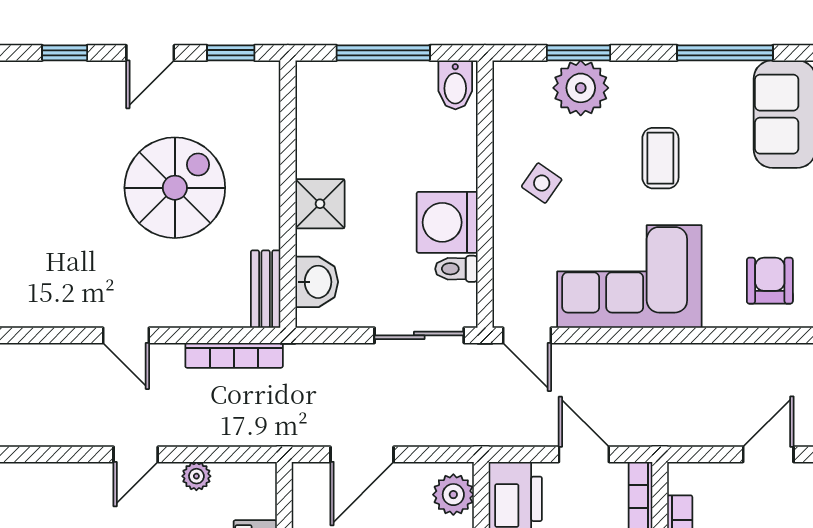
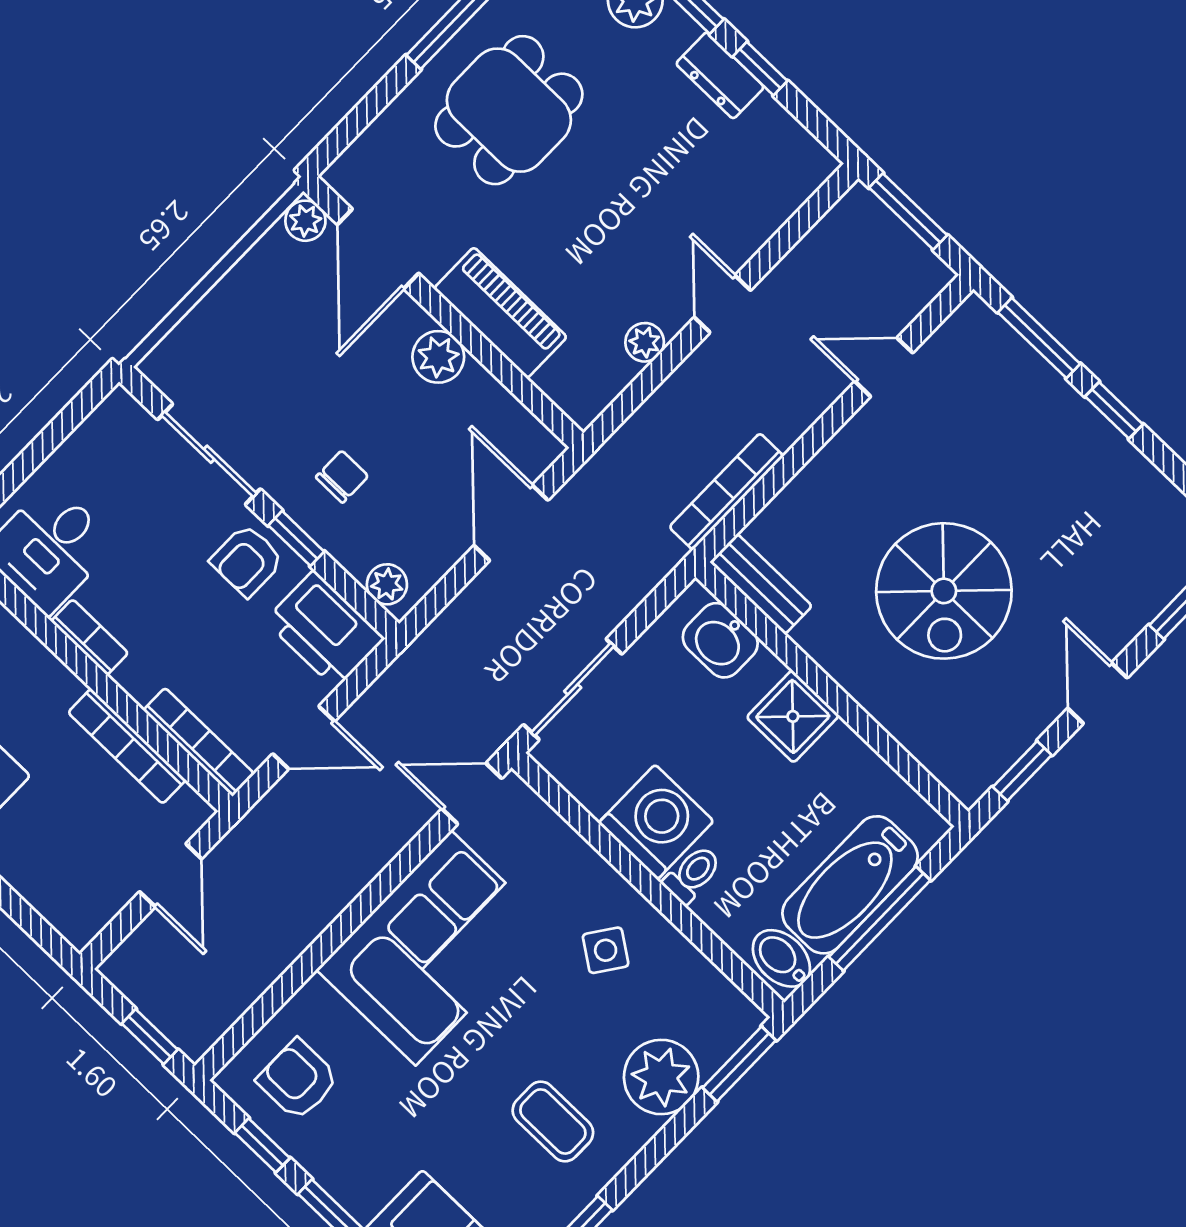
window: (578, 53) -> (739, 1064), moved
bathtub: (380, 86) -> (850, 885), added
coffee table: (660, 158) -> (553, 1121), moved
toilet: (456, 269) -> (692, 874), moved
armchair: (770, 281) -> (298, 1080), turned 180
door: (126, 335) -> (884, 367), moved
door: (768, 454) -> (171, 875), moved
plant: (453, 495) -> (387, 584), width x0.73, depth x0.73

